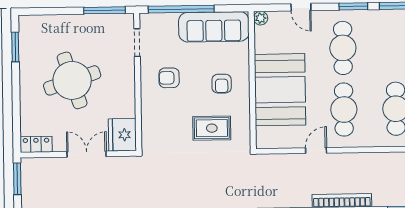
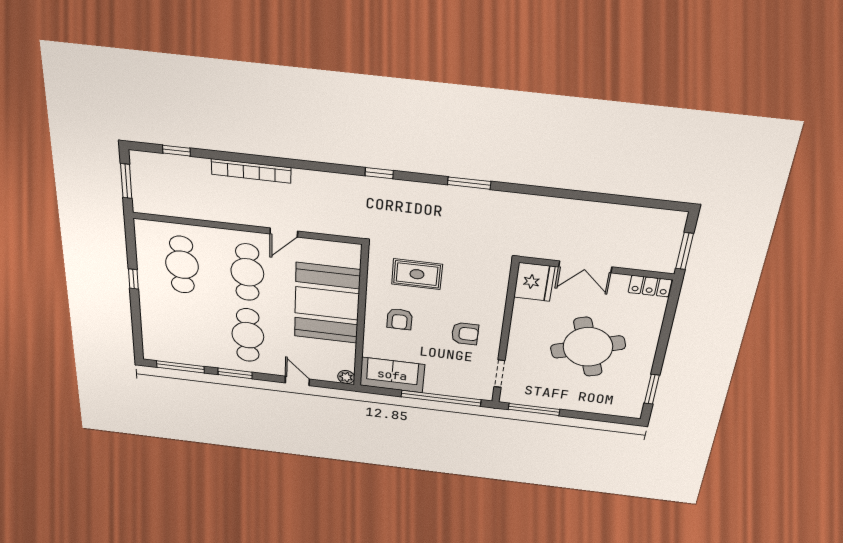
sofa: (214, 27) -> (392, 375), width x0.73
armchair: (222, 84) -> (400, 319), turned 180

